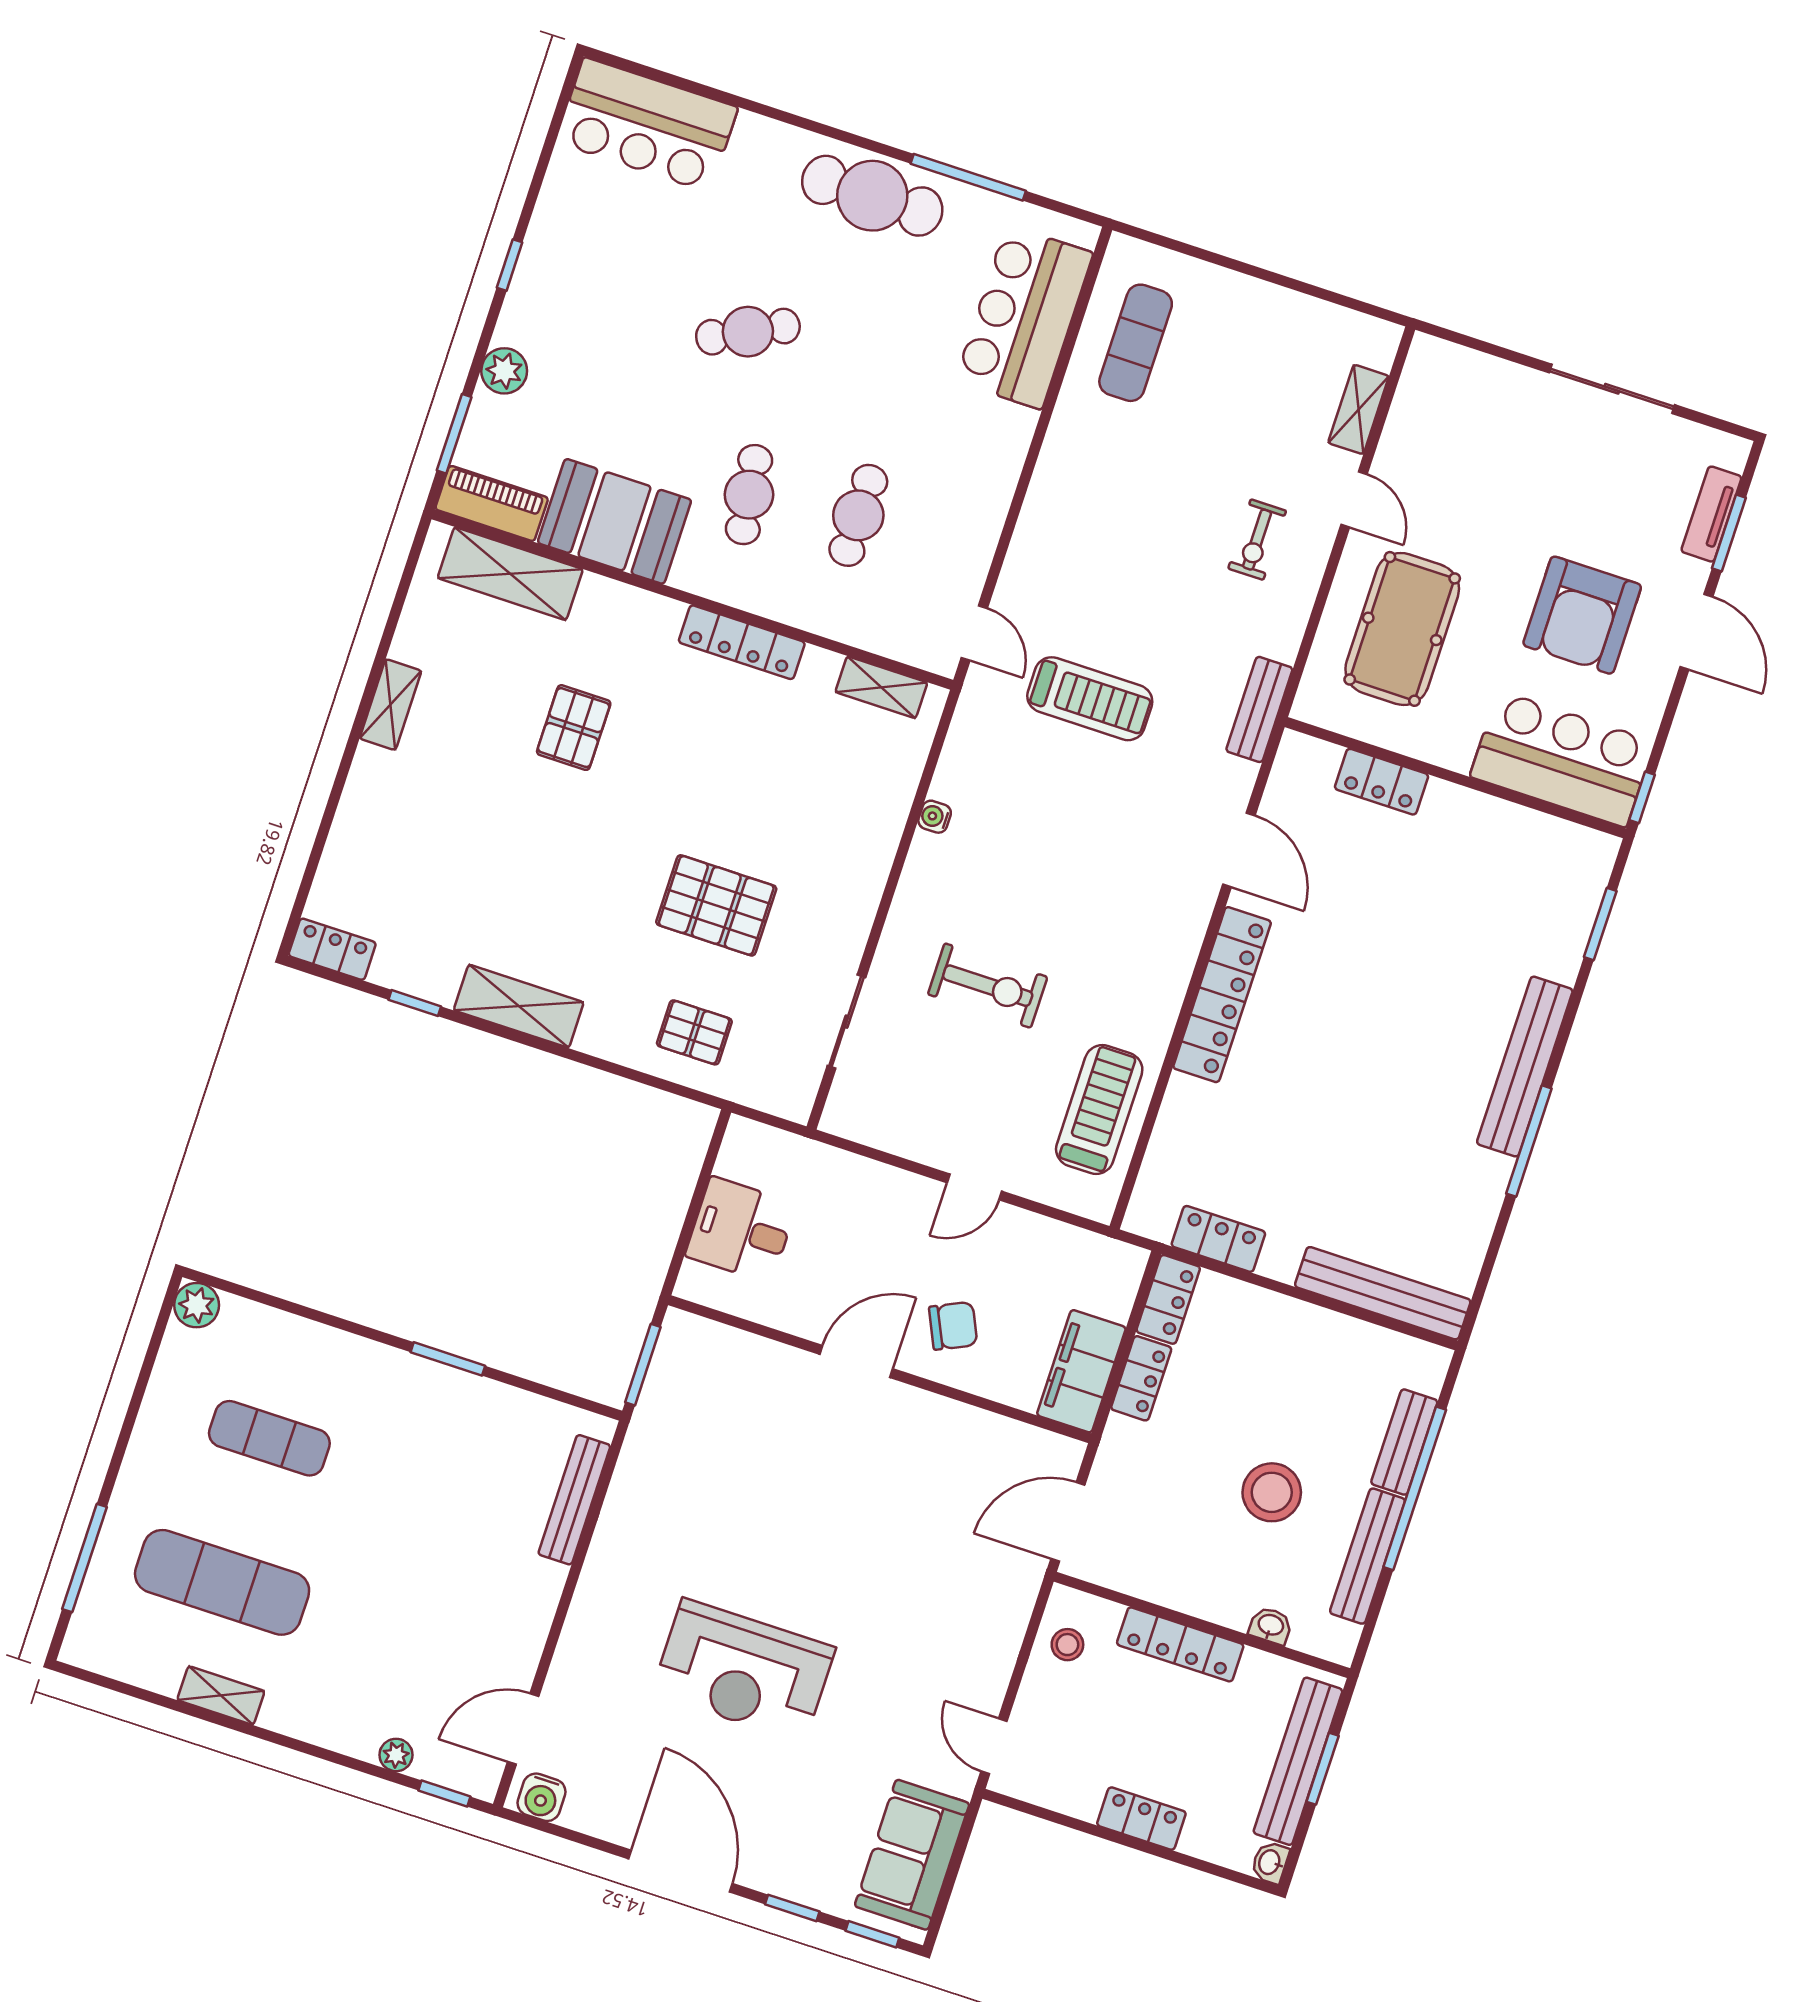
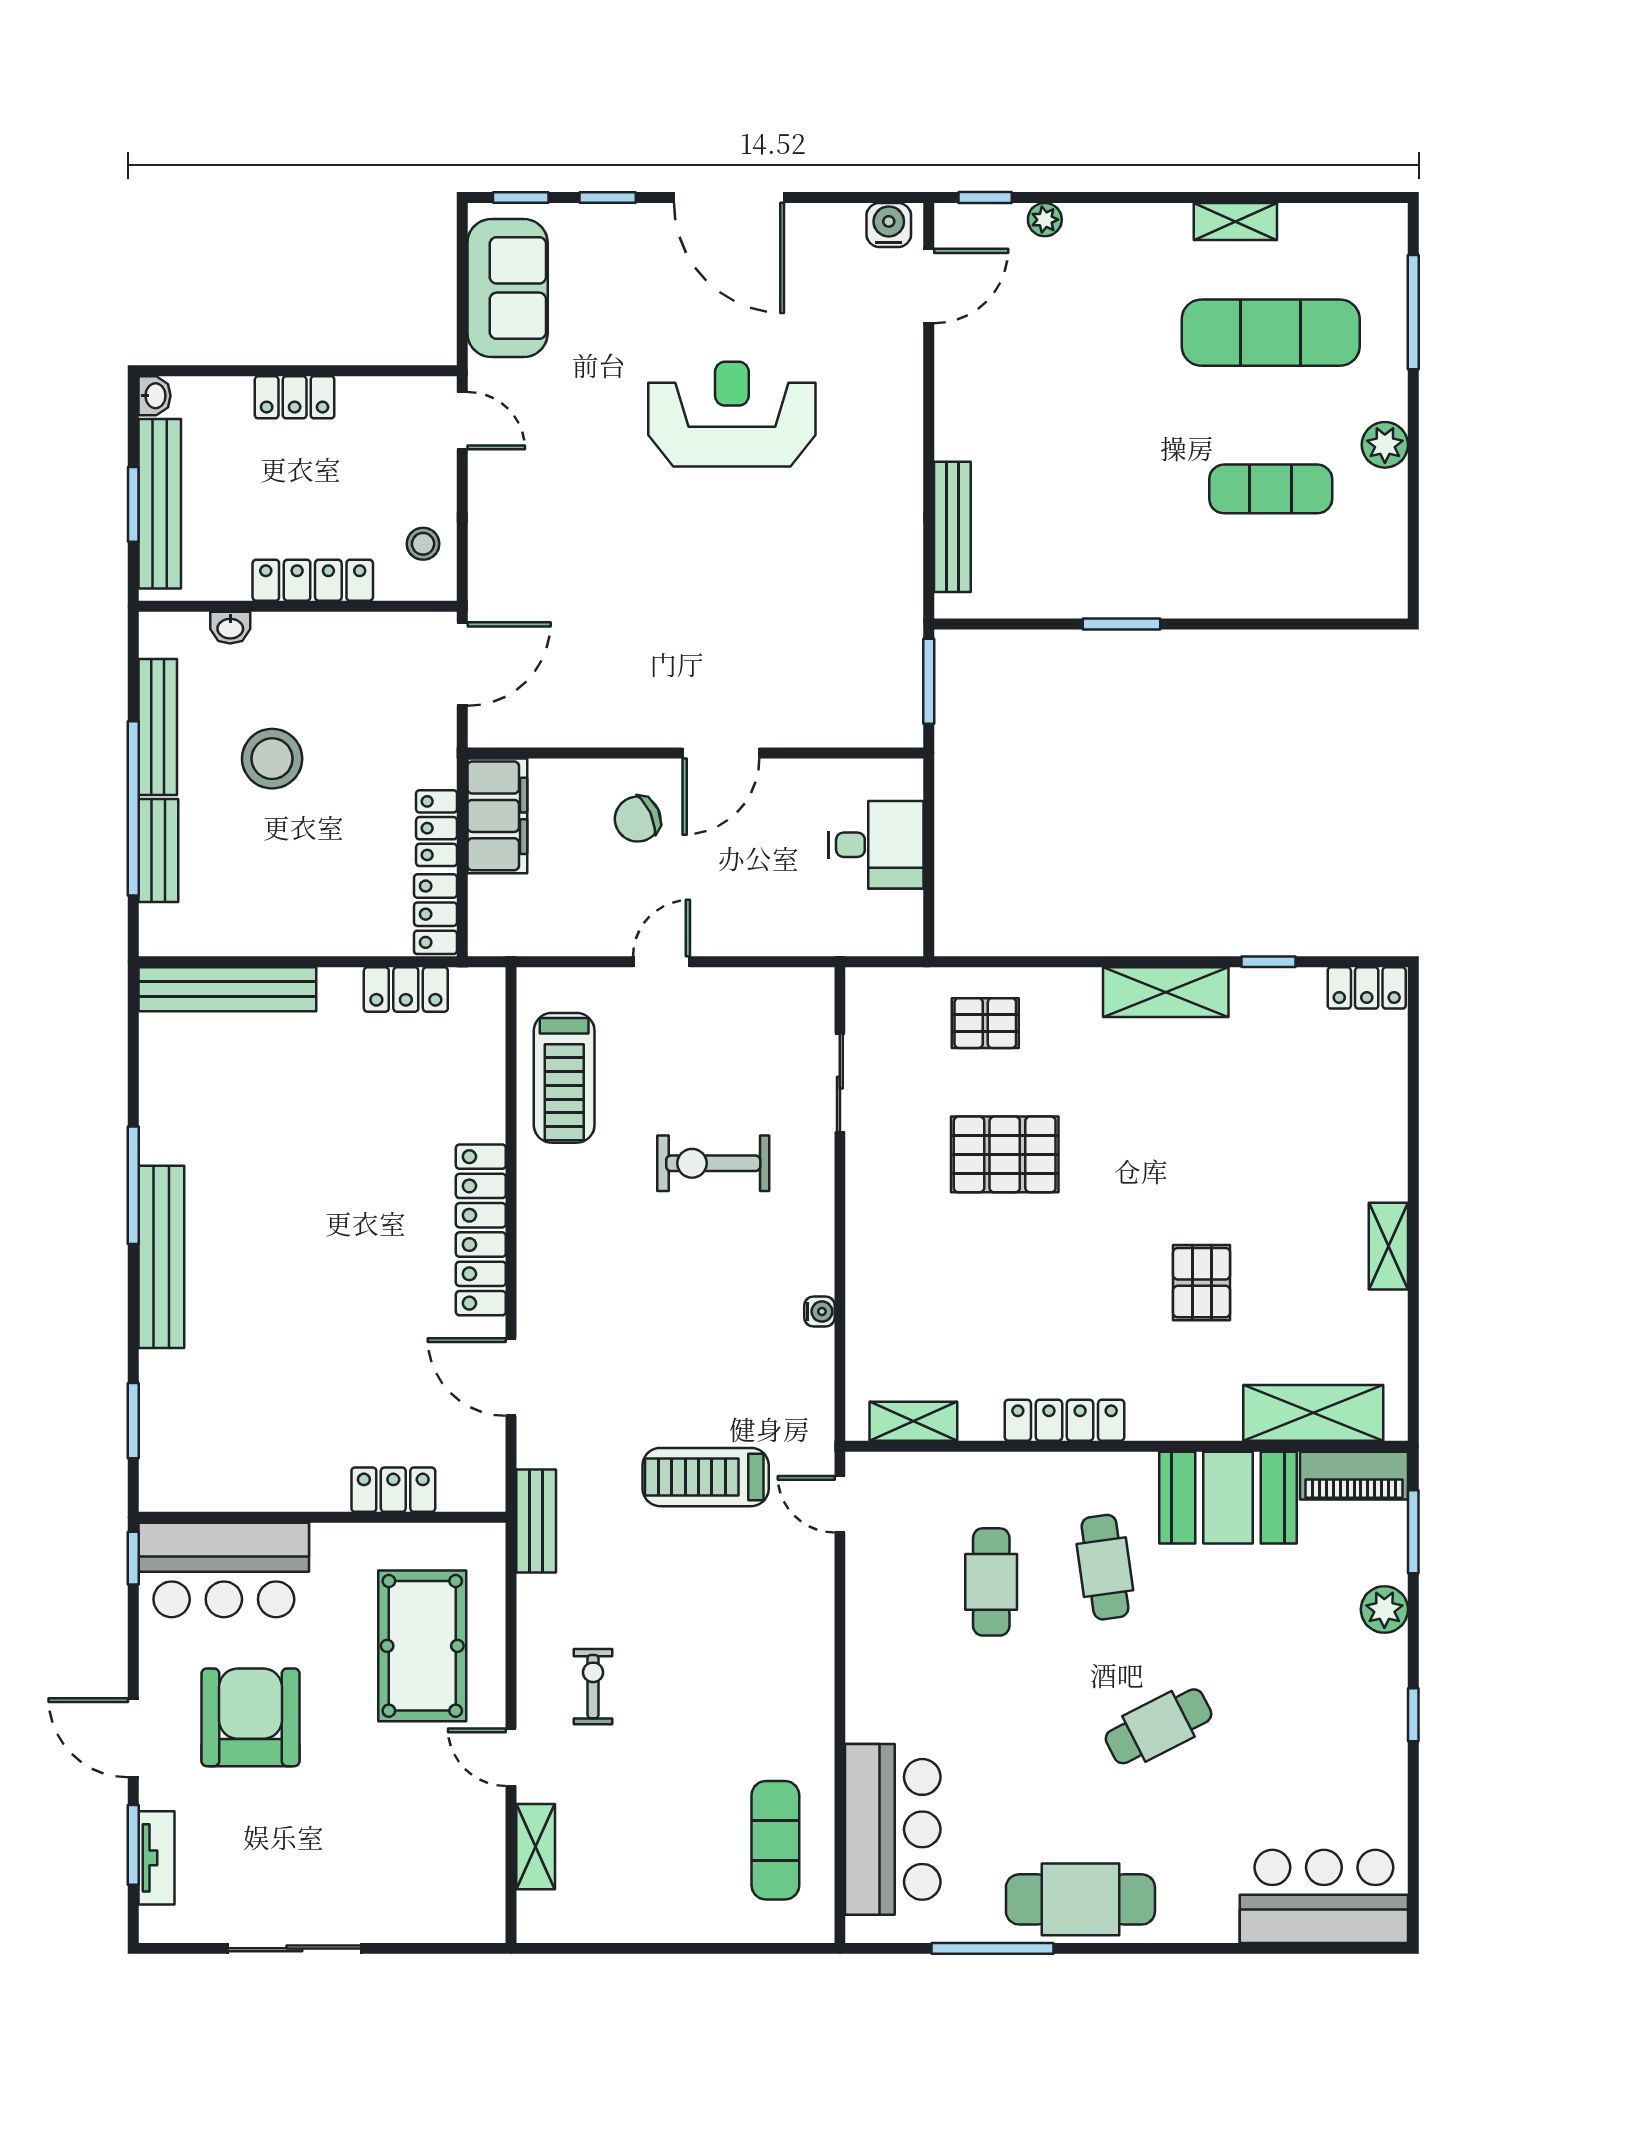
plant: (197, 1305) -> (1385, 445), moved

